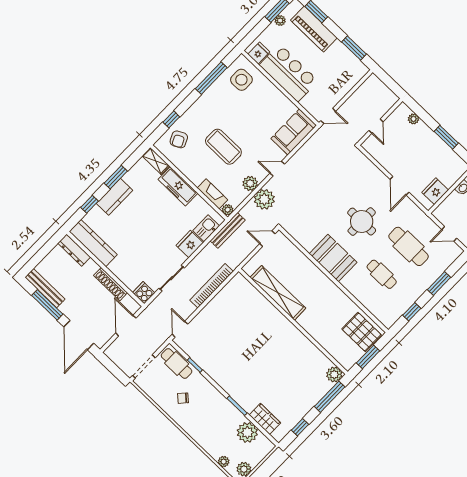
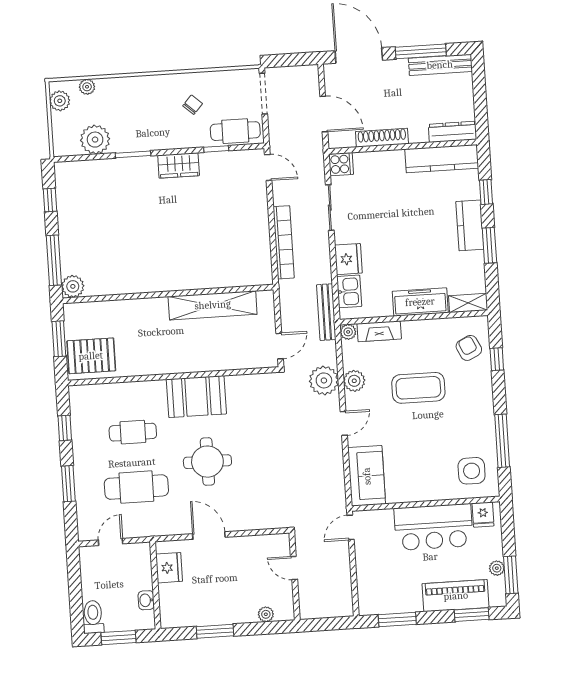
wardrobe: (265, 419) -> (179, 165), moved

